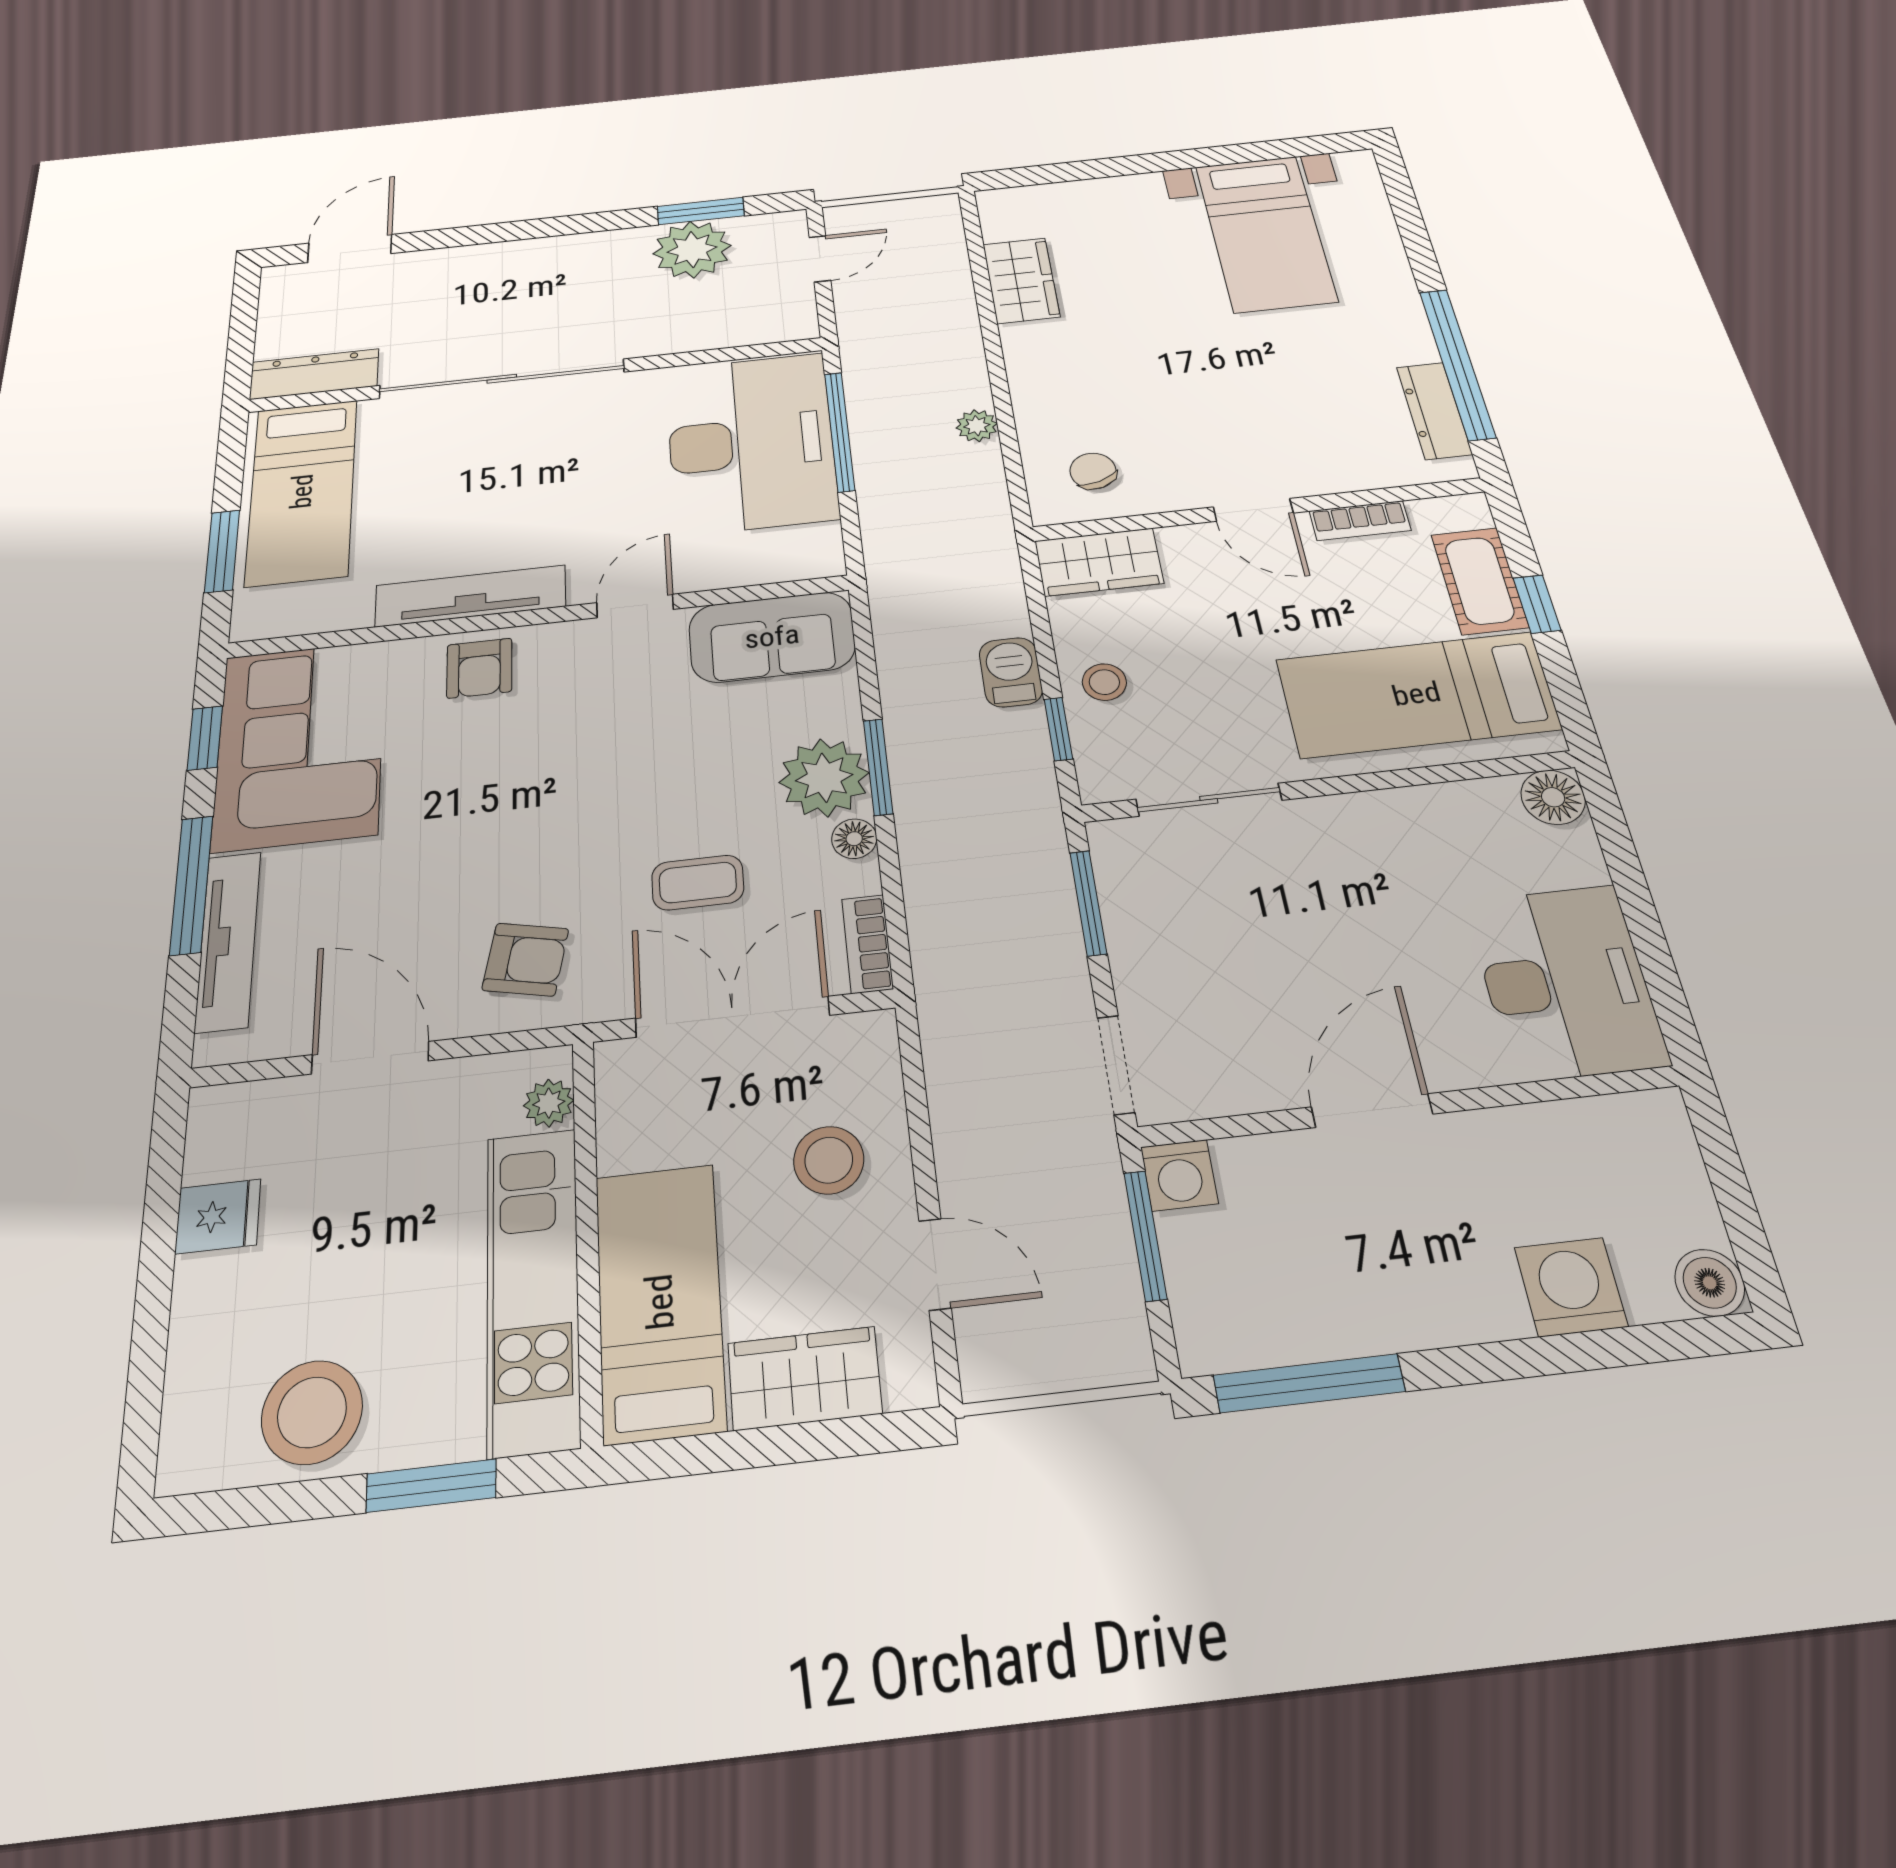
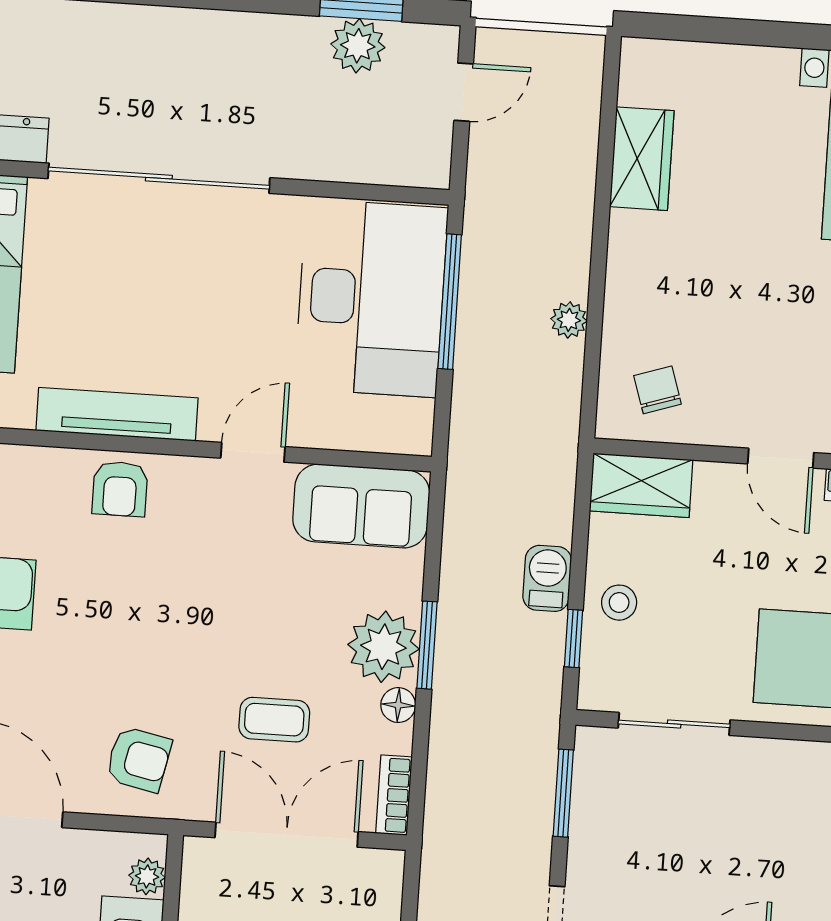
plant: (692, 250) -> (358, 46), width x0.73, depth x0.73

